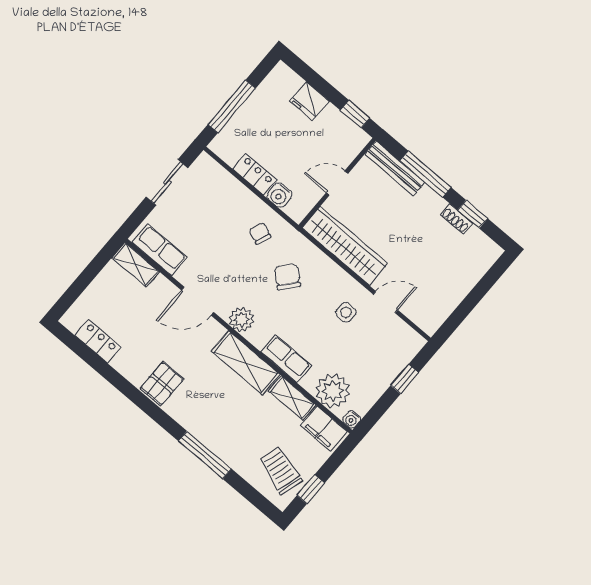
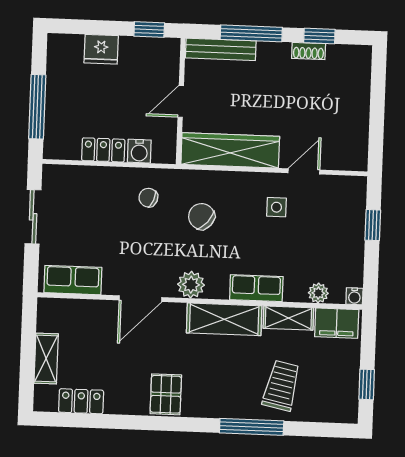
shelving: (136, 265) -> (46, 359), moved, turned 90
plant: (333, 391) -> (318, 293), width x0.53, depth x0.53
trolley: (281, 471) -> (281, 386), moved, turned 85

